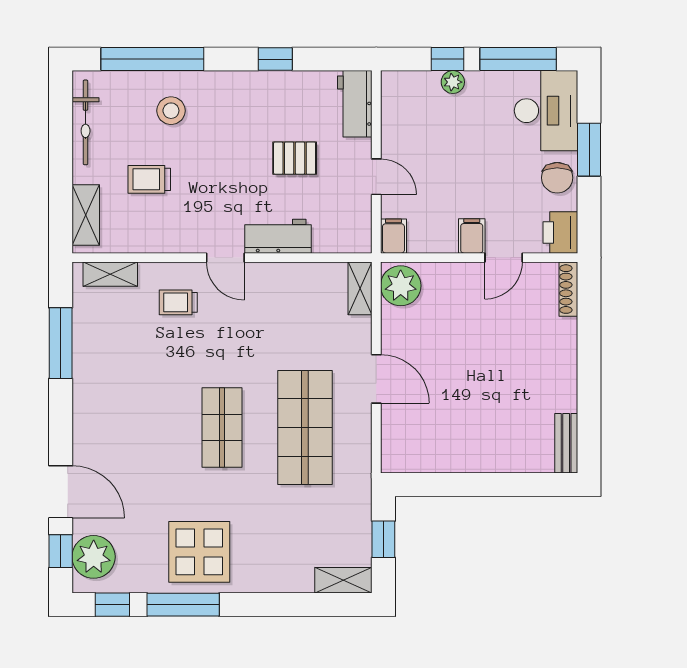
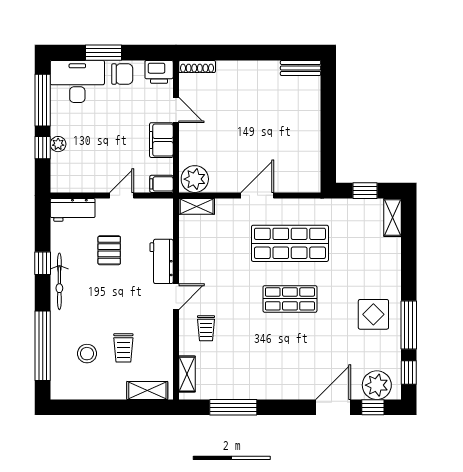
stool: (171, 111) -> (87, 354), moved
bicycle: (86, 122) -> (59, 281), moved, turned 90
filing cabinet: (472, 236) -> (161, 140), width x2.00
display table: (199, 552) -> (373, 314), width x0.73, depth x0.73

